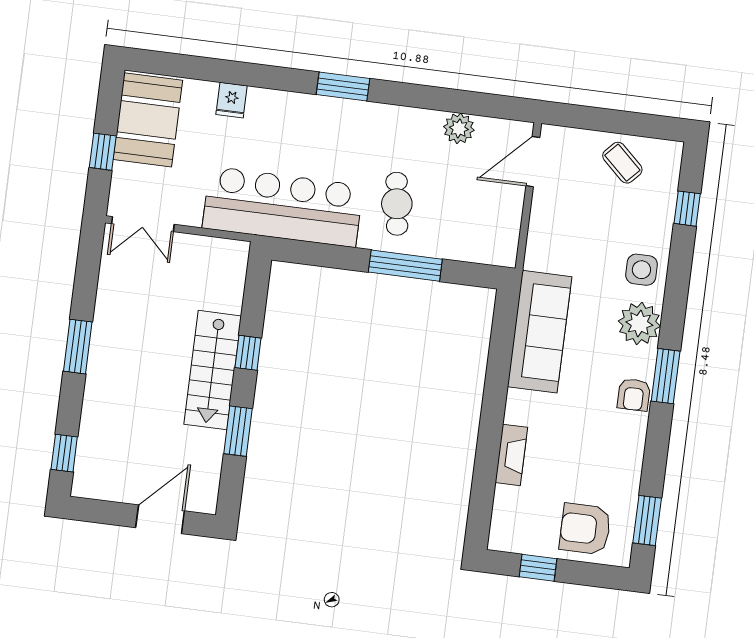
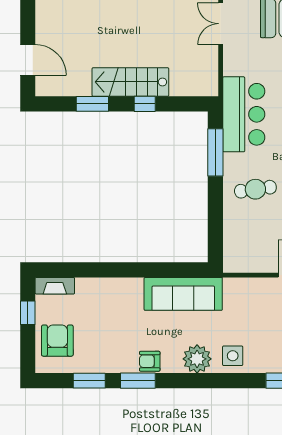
bar counter: (283, 207) -> (244, 114), width x0.73
window: (405, 266) -> (215, 152), moved
window: (666, 376) -> (138, 381), moved
fireplace: (511, 455) -> (55, 286), moved
window: (647, 520) -> (89, 381), moved

